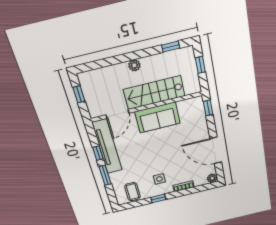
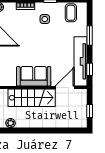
window: (171, 47) -> (11, 131), removed
plant: (134, 65) -> (11, 123), moved
window: (98, 153) -> (90, 69), moved

